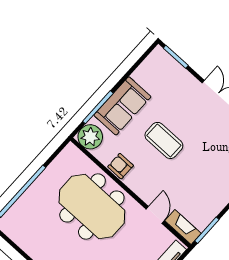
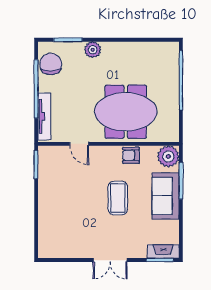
coffee table: (164, 140) -> (118, 198), turned 90
armchair: (121, 166) -> (131, 155), turned 180
fireplace: (183, 227) -> (163, 251), moved, turned 180

